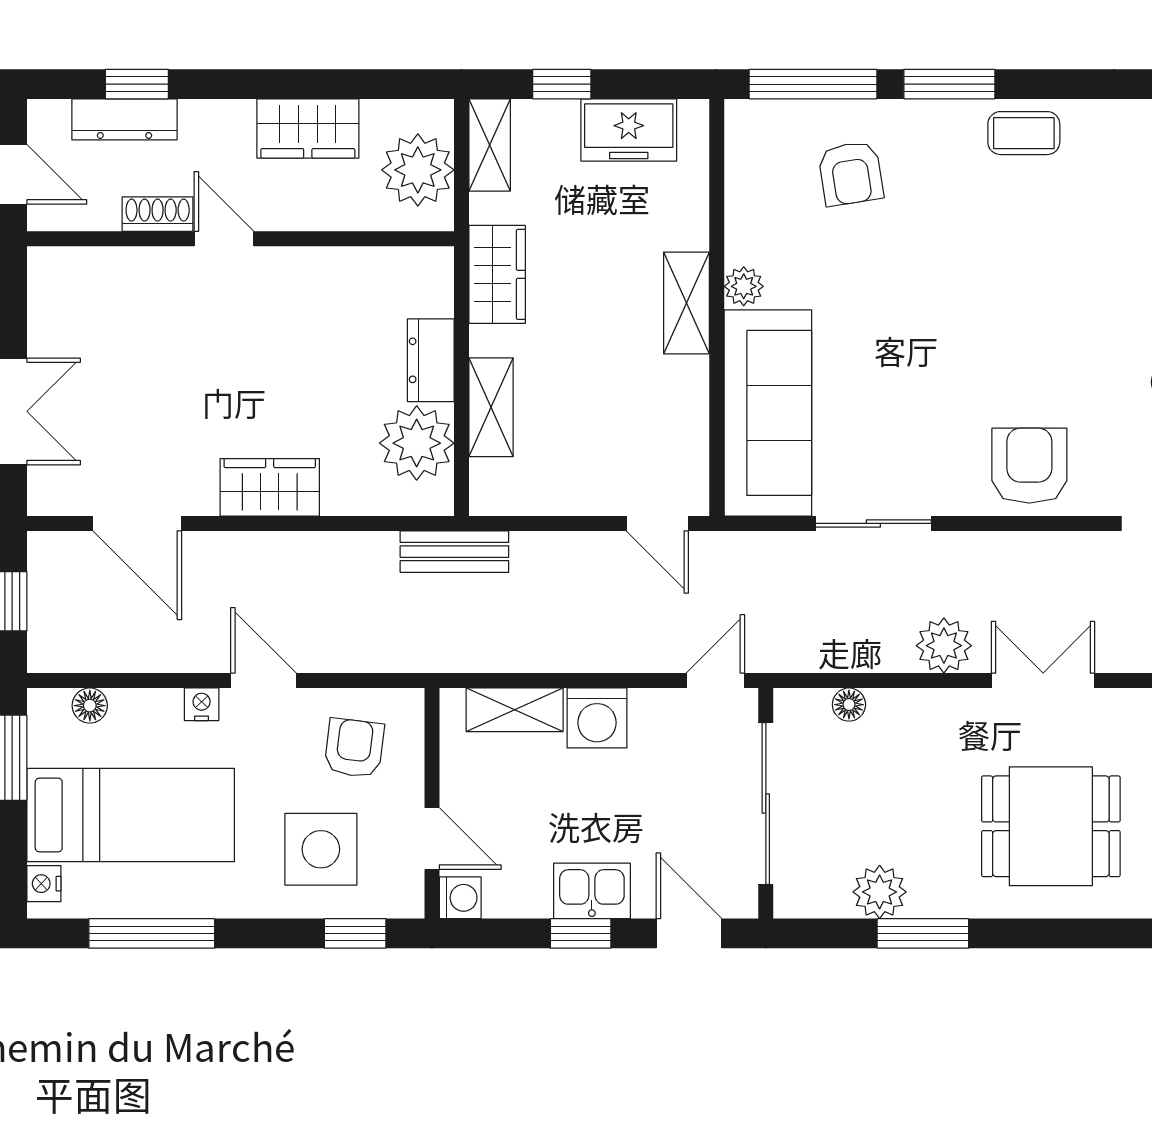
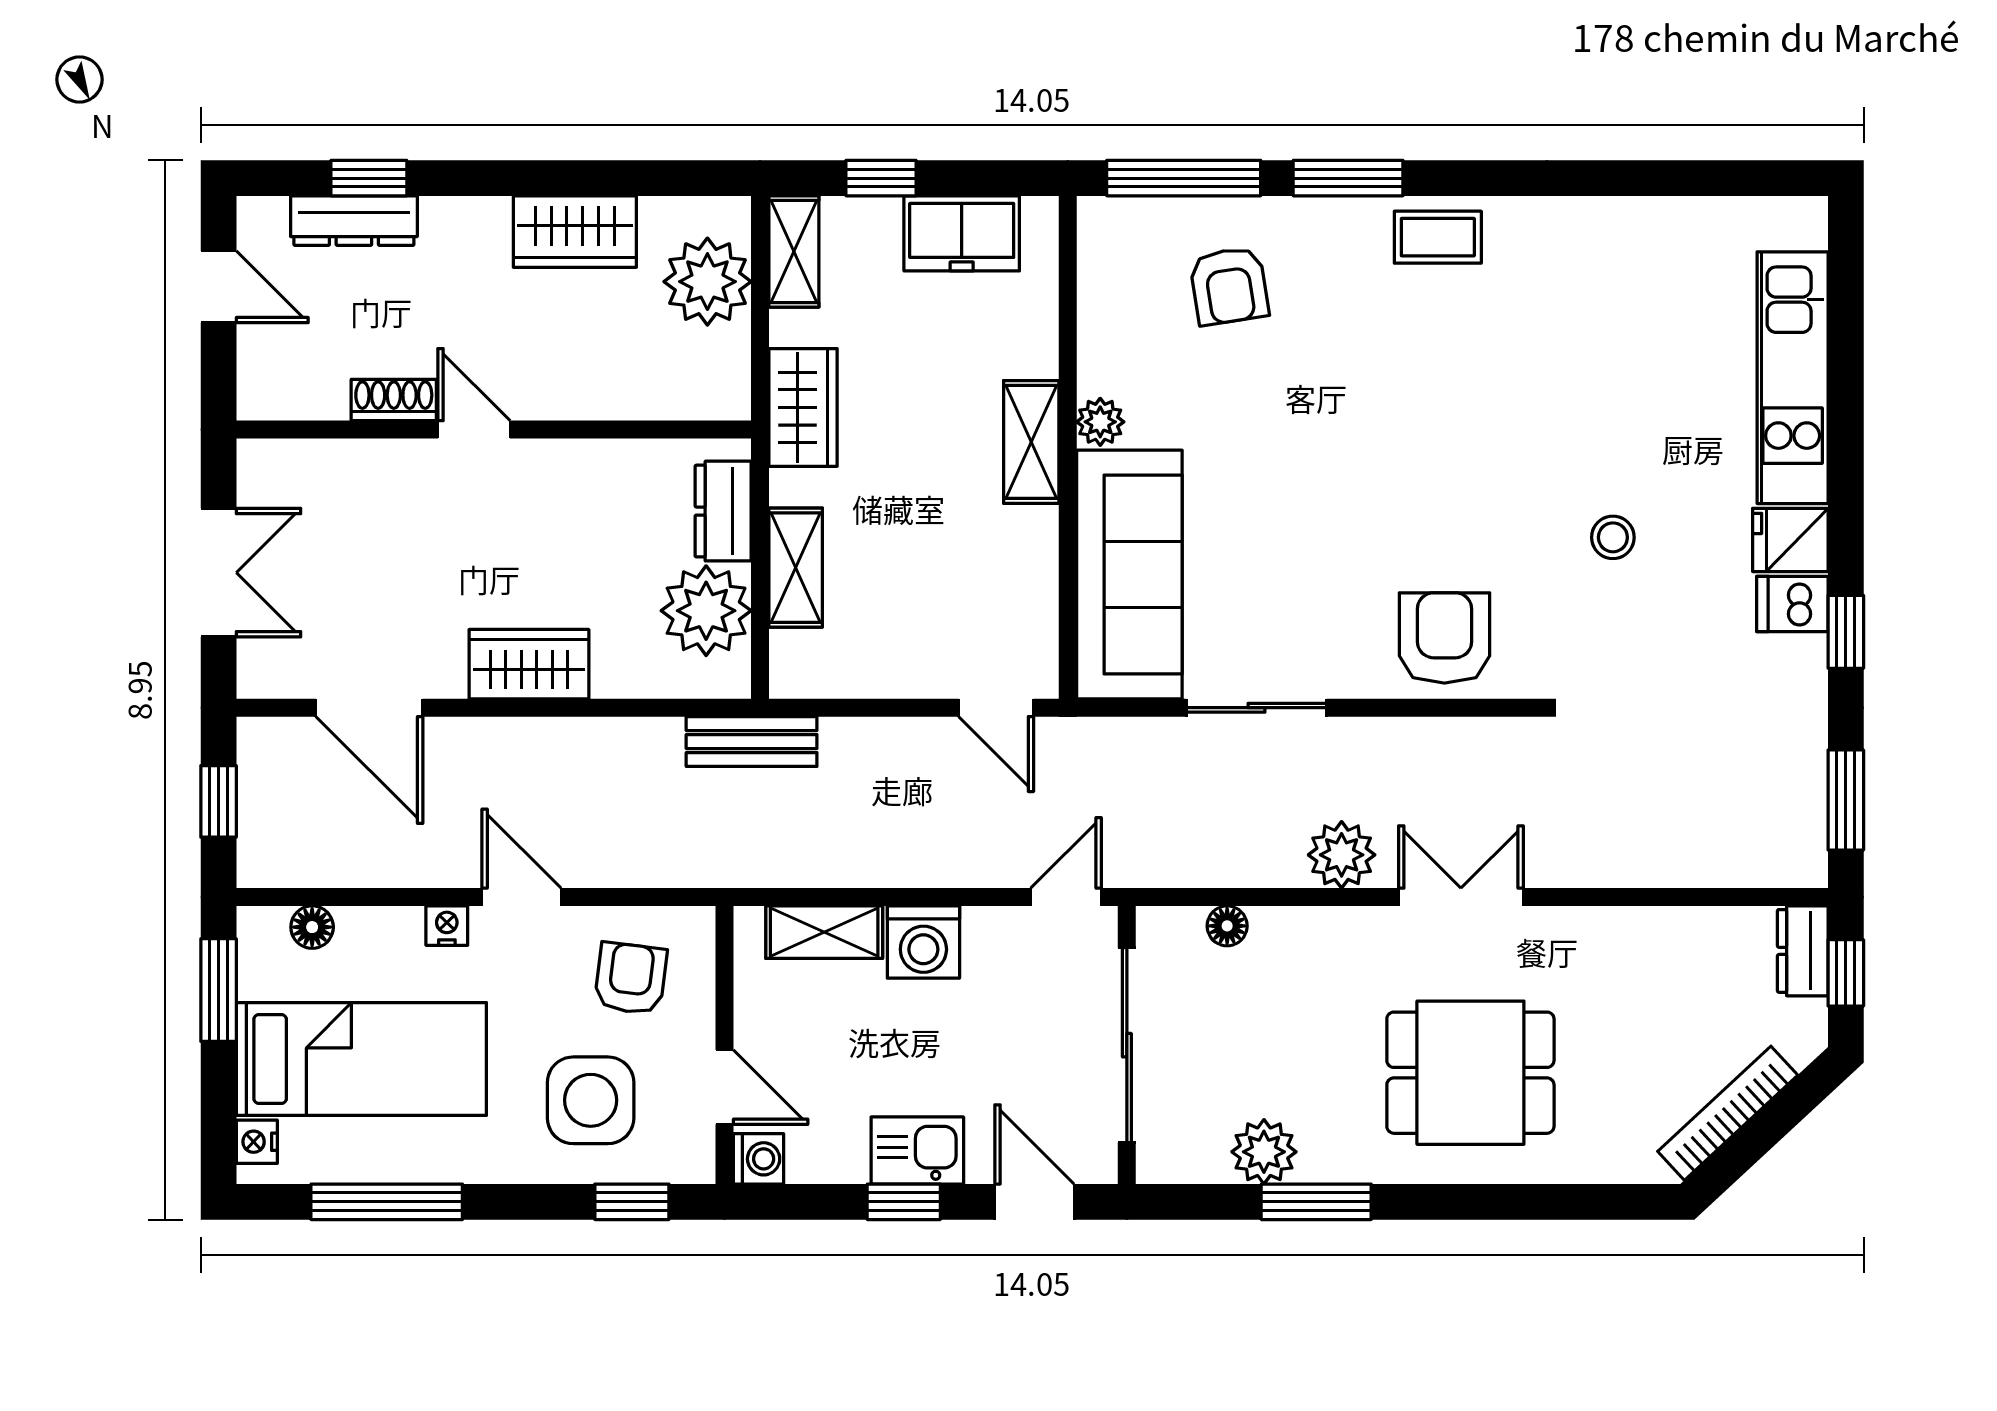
shoe rack: (158, 214) -> (394, 400), moved
door: (224, 239) -> (474, 430), moved
wall: (240, 239) -> (494, 430), moved

